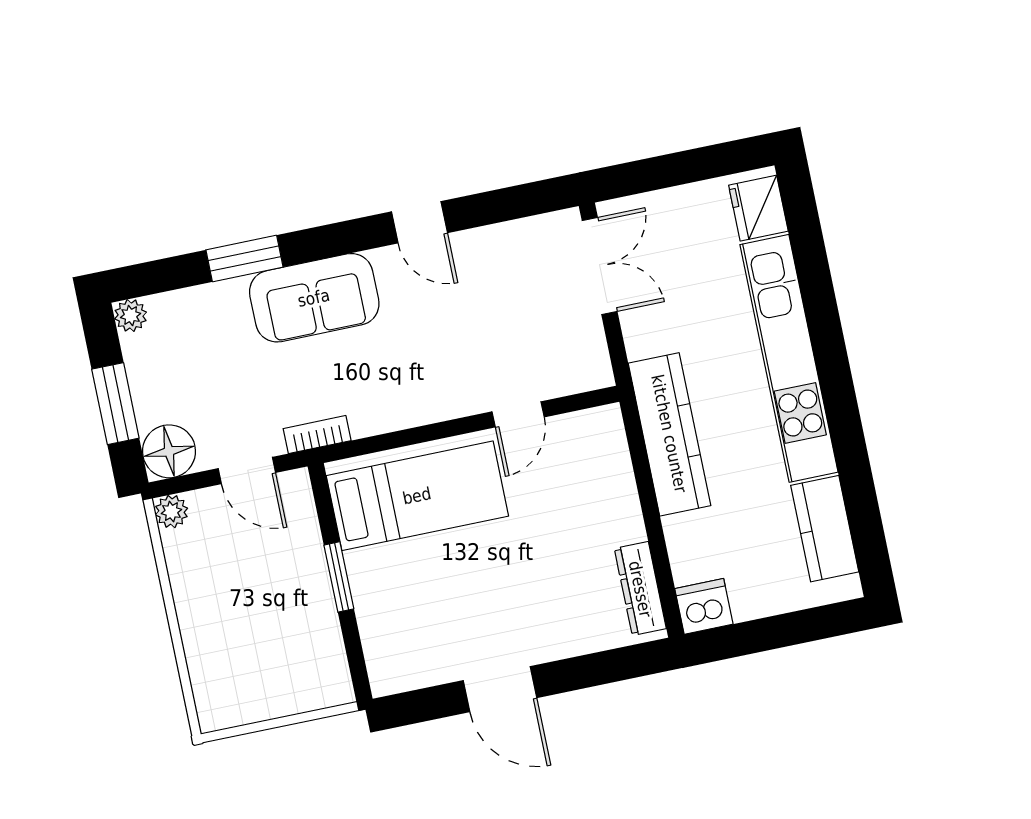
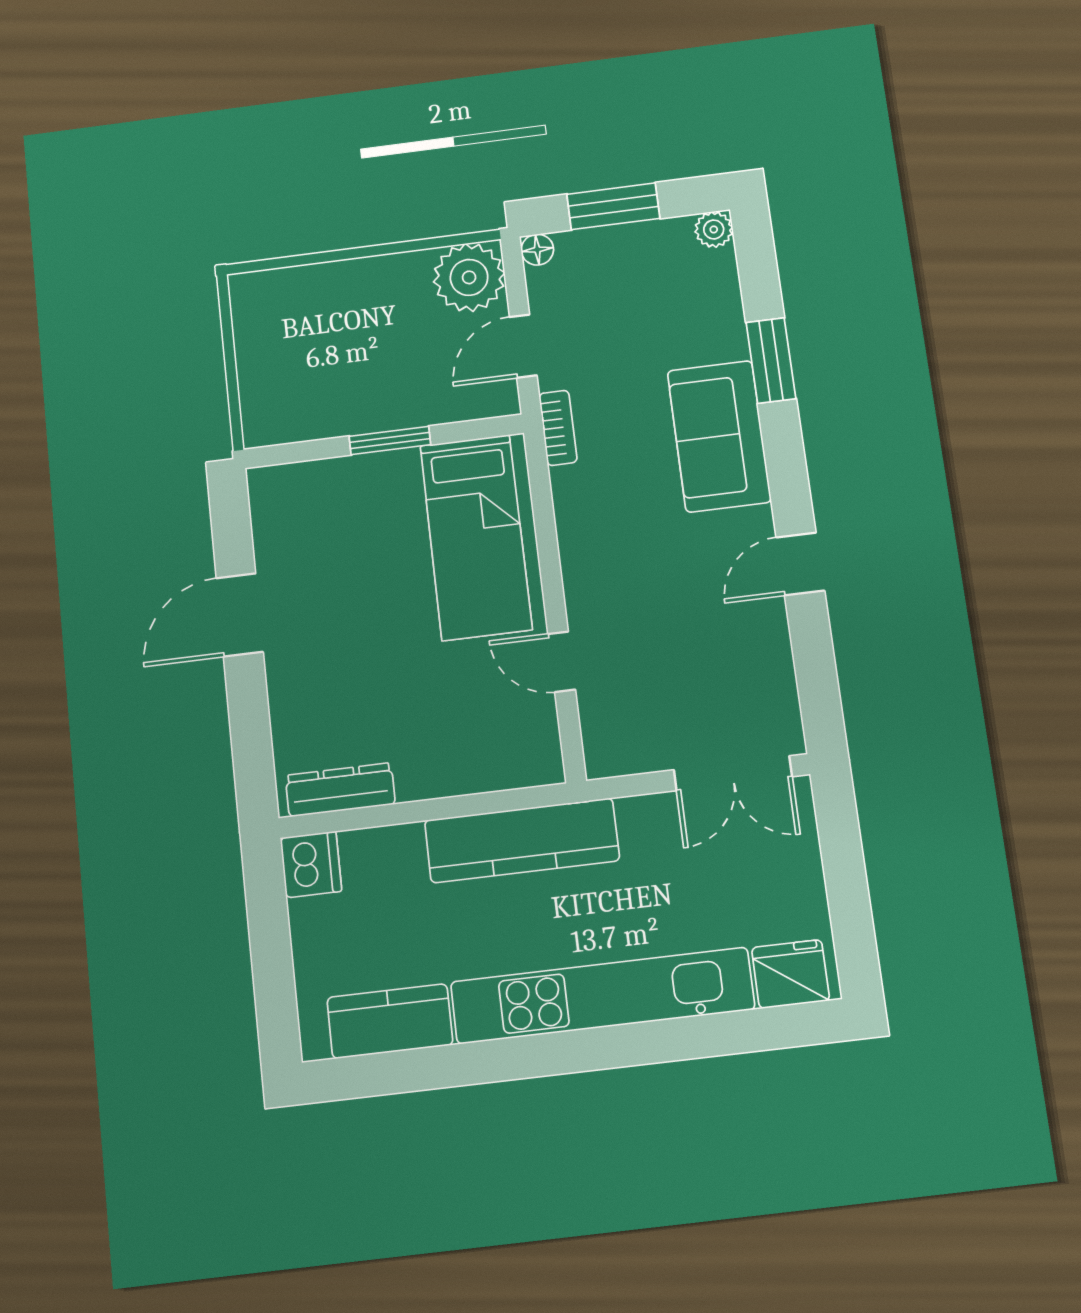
floor lamp: (169, 451) -> (537, 250), width x0.53, depth x0.53
plant: (171, 512) -> (469, 277), width x1.87, depth x1.87

